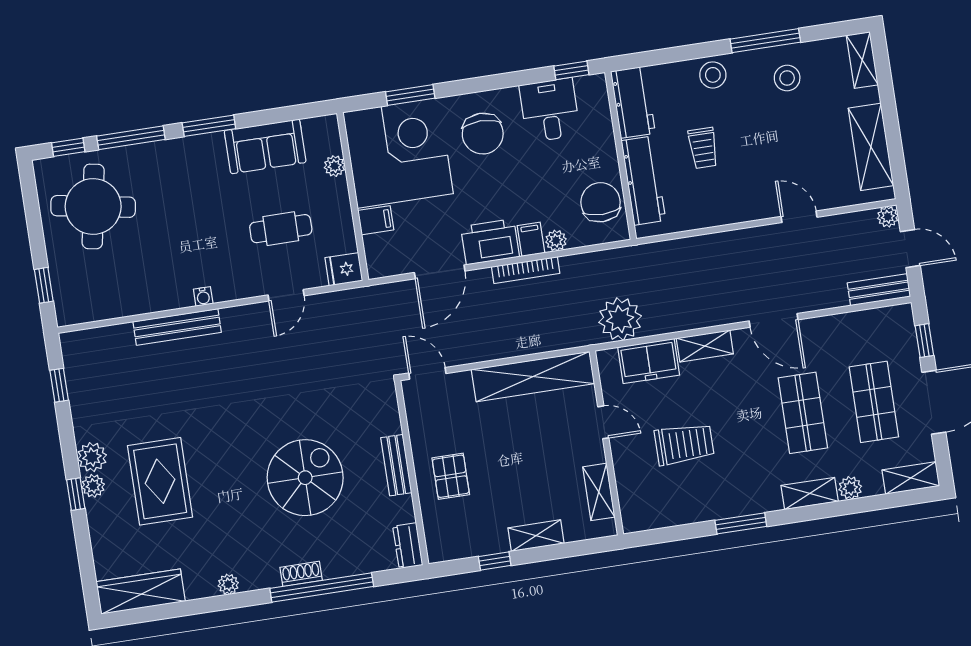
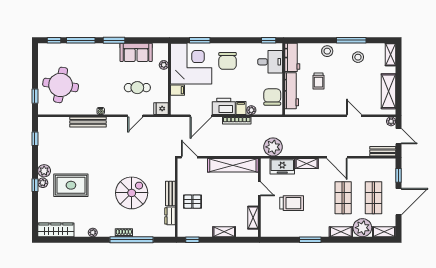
desk: (550, 110) -> (270, 62), moved, turned 90
round table: (93, 206) -> (61, 85), moved
pallet: (451, 476) -> (192, 202), turned 90
rug: (160, 481) -> (71, 185), turned 90
plant: (850, 488) -> (362, 228), width x1.88, depth x1.88
dresser: (408, 546) -> (170, 216), moved
window: (495, 561) -> (192, 240), moved

